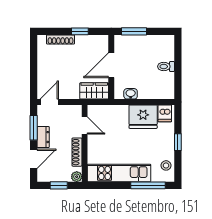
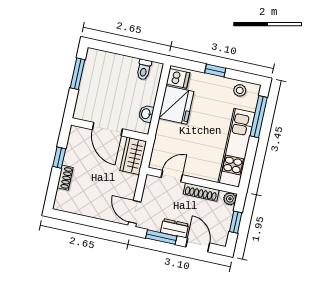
window: (134, 31) -> (78, 74), moved
shoe rack: (60, 40) -> (65, 178), width x0.70
toilet: (166, 67) -> (144, 70), moved

